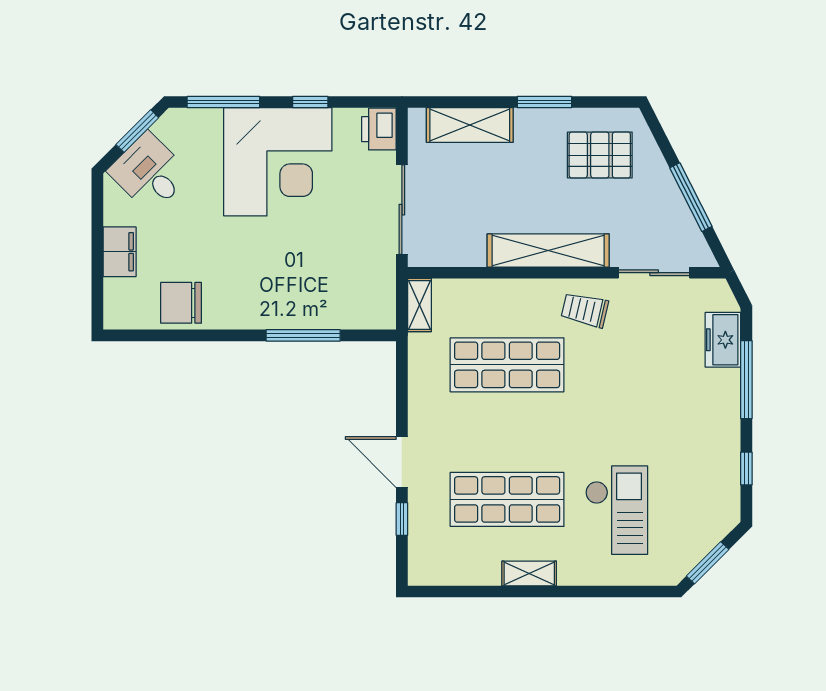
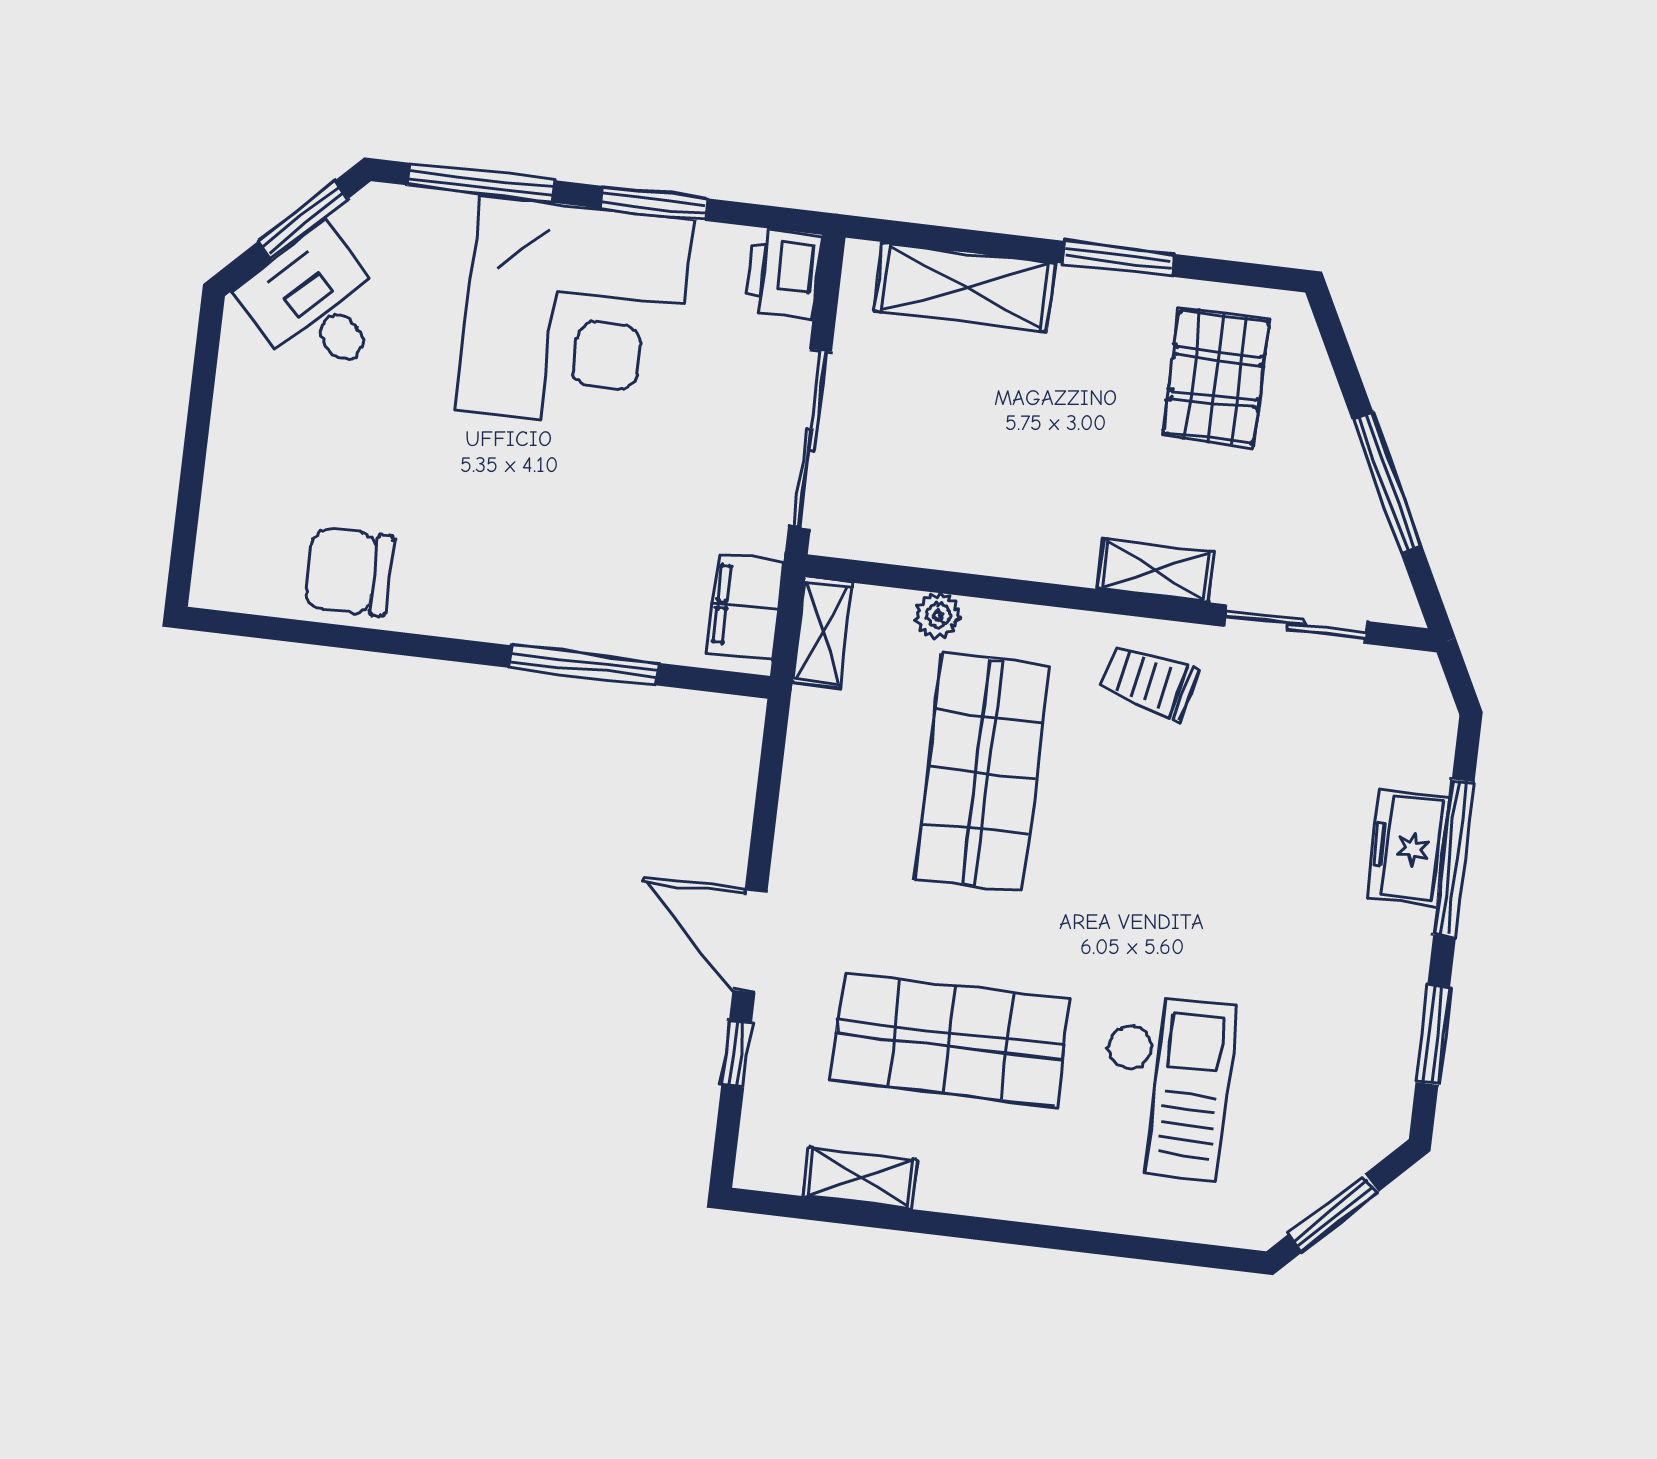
window: (310, 102) -> (653, 203), width x1.50
pallet: (600, 155) -> (1216, 377), turned 90
shelving: (548, 250) -> (1156, 571), width x0.45, depth x0.75
filing cabinet: (120, 252) -> (745, 607), moved, turned 180
plant: (476, 290) -> (938, 615), added
freezer: (723, 340) -> (1408, 848), moved
shop shelf: (507, 365) -> (982, 772), turned 90
window: (746, 469) -> (1433, 1035), width x1.50
shelving: (529, 574) -> (860, 1178), moved

